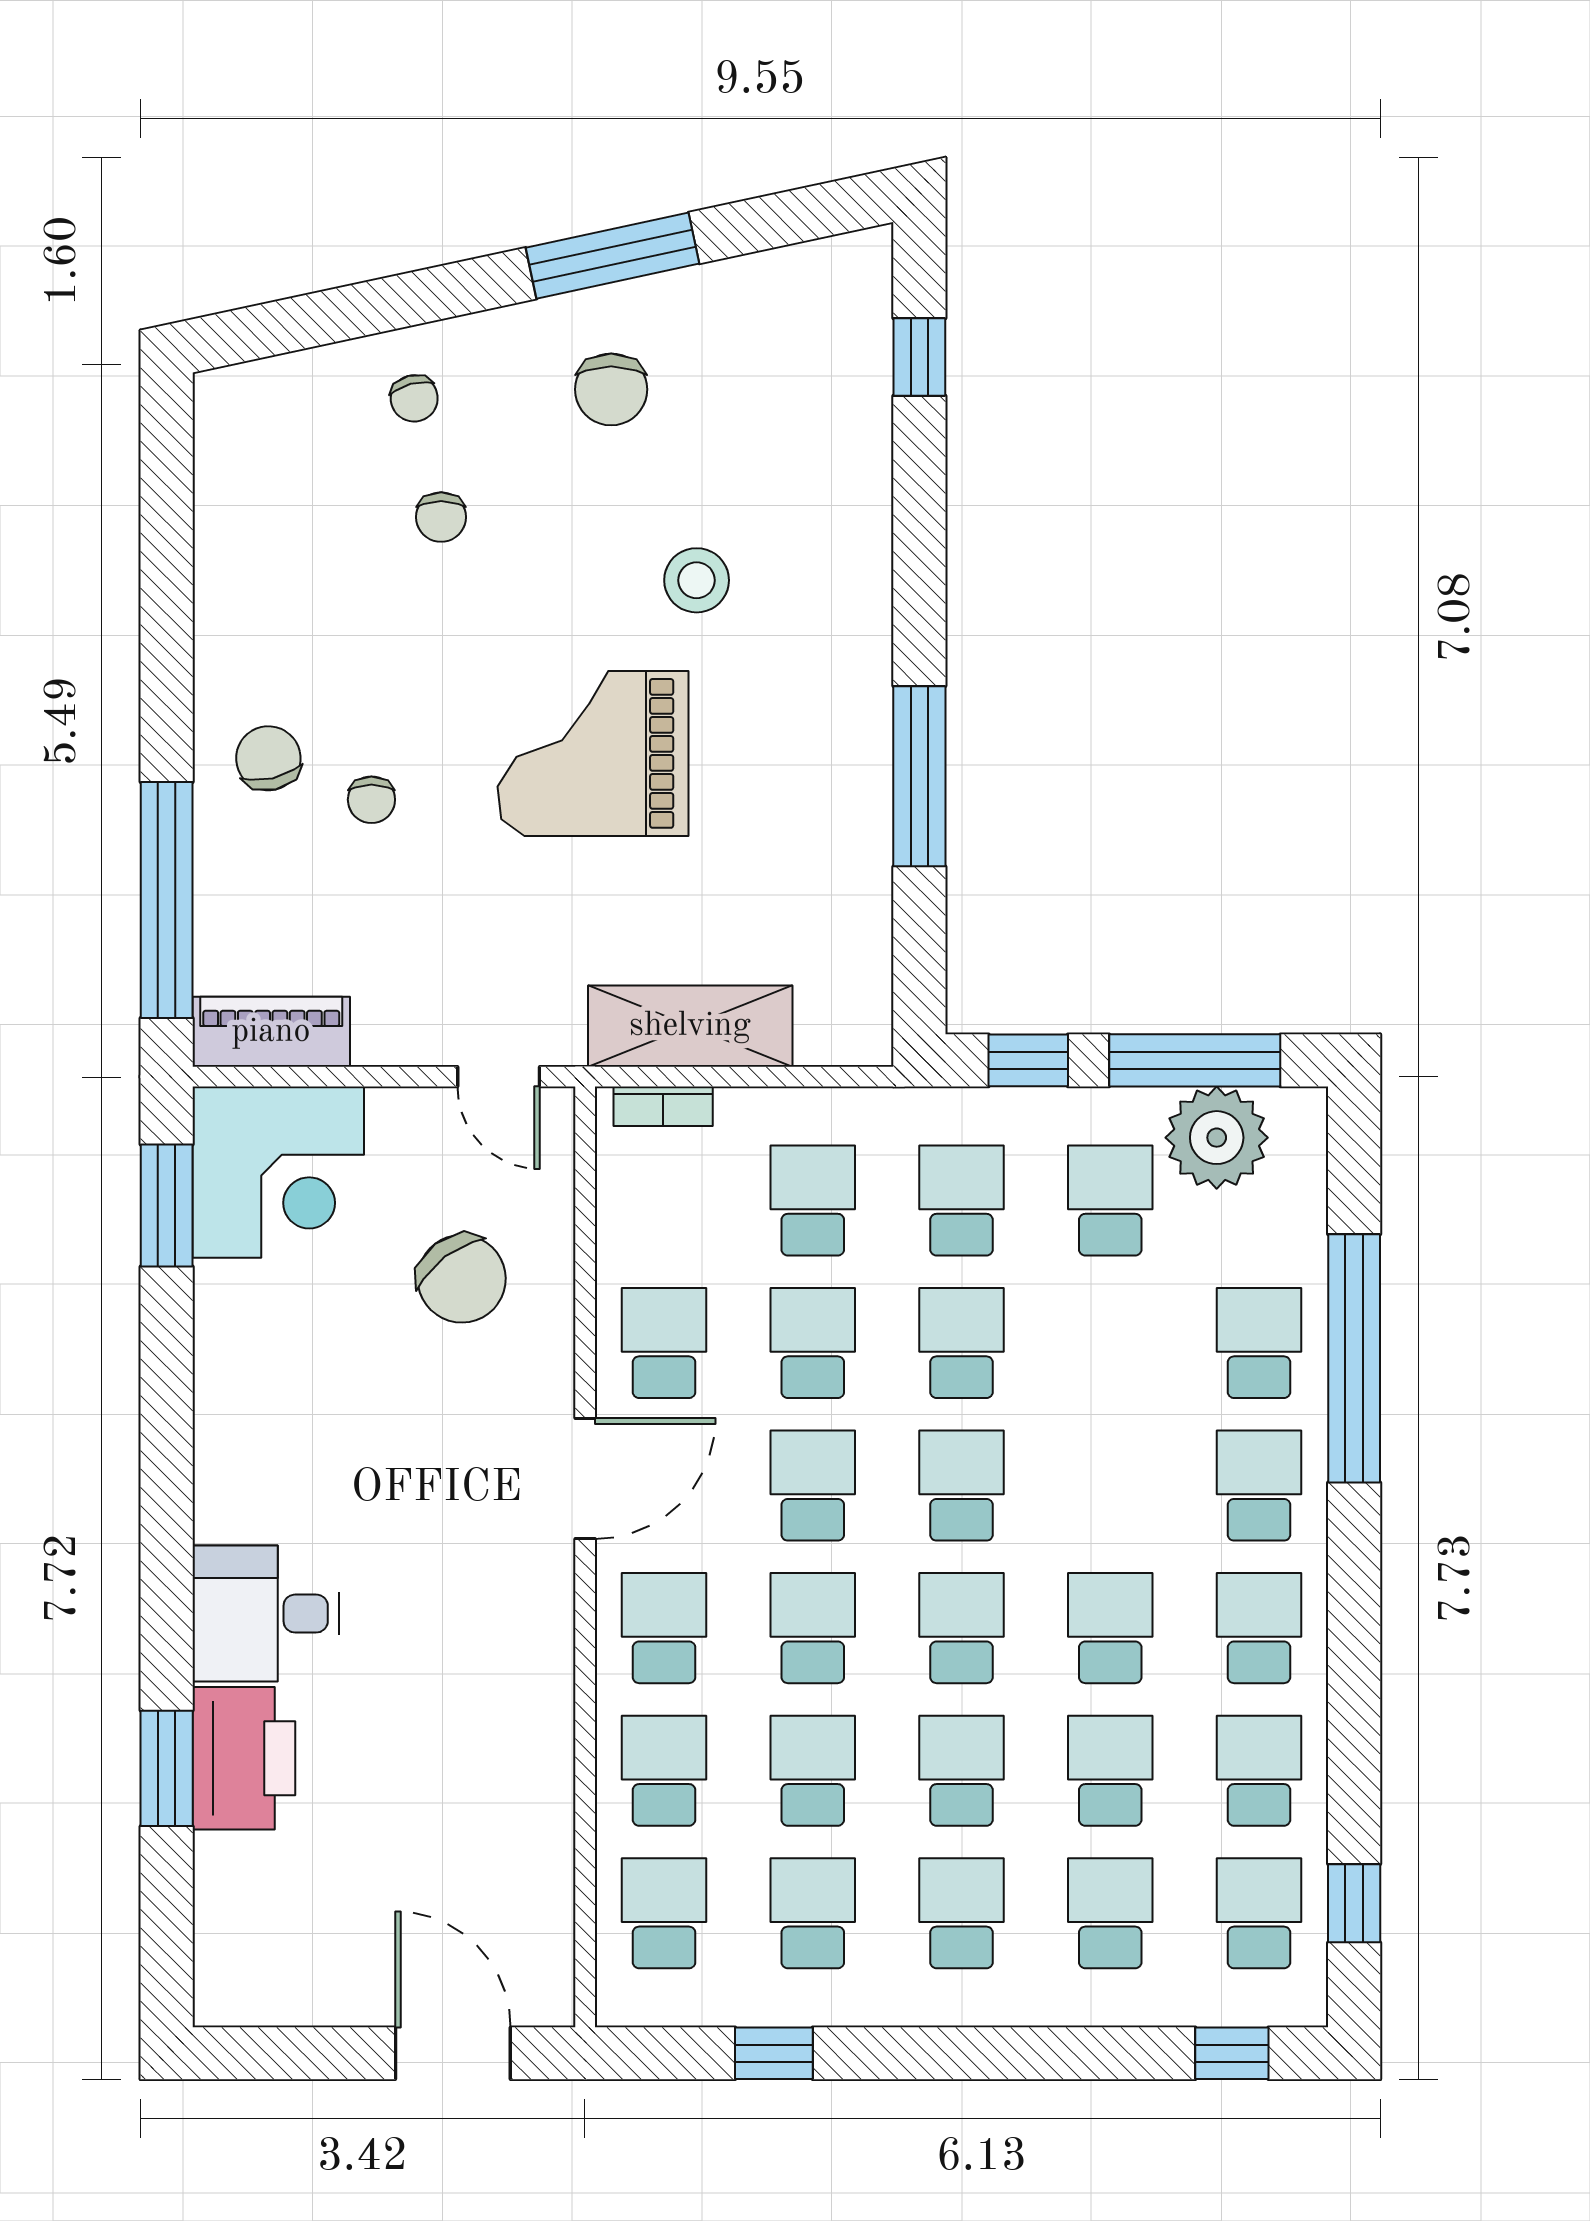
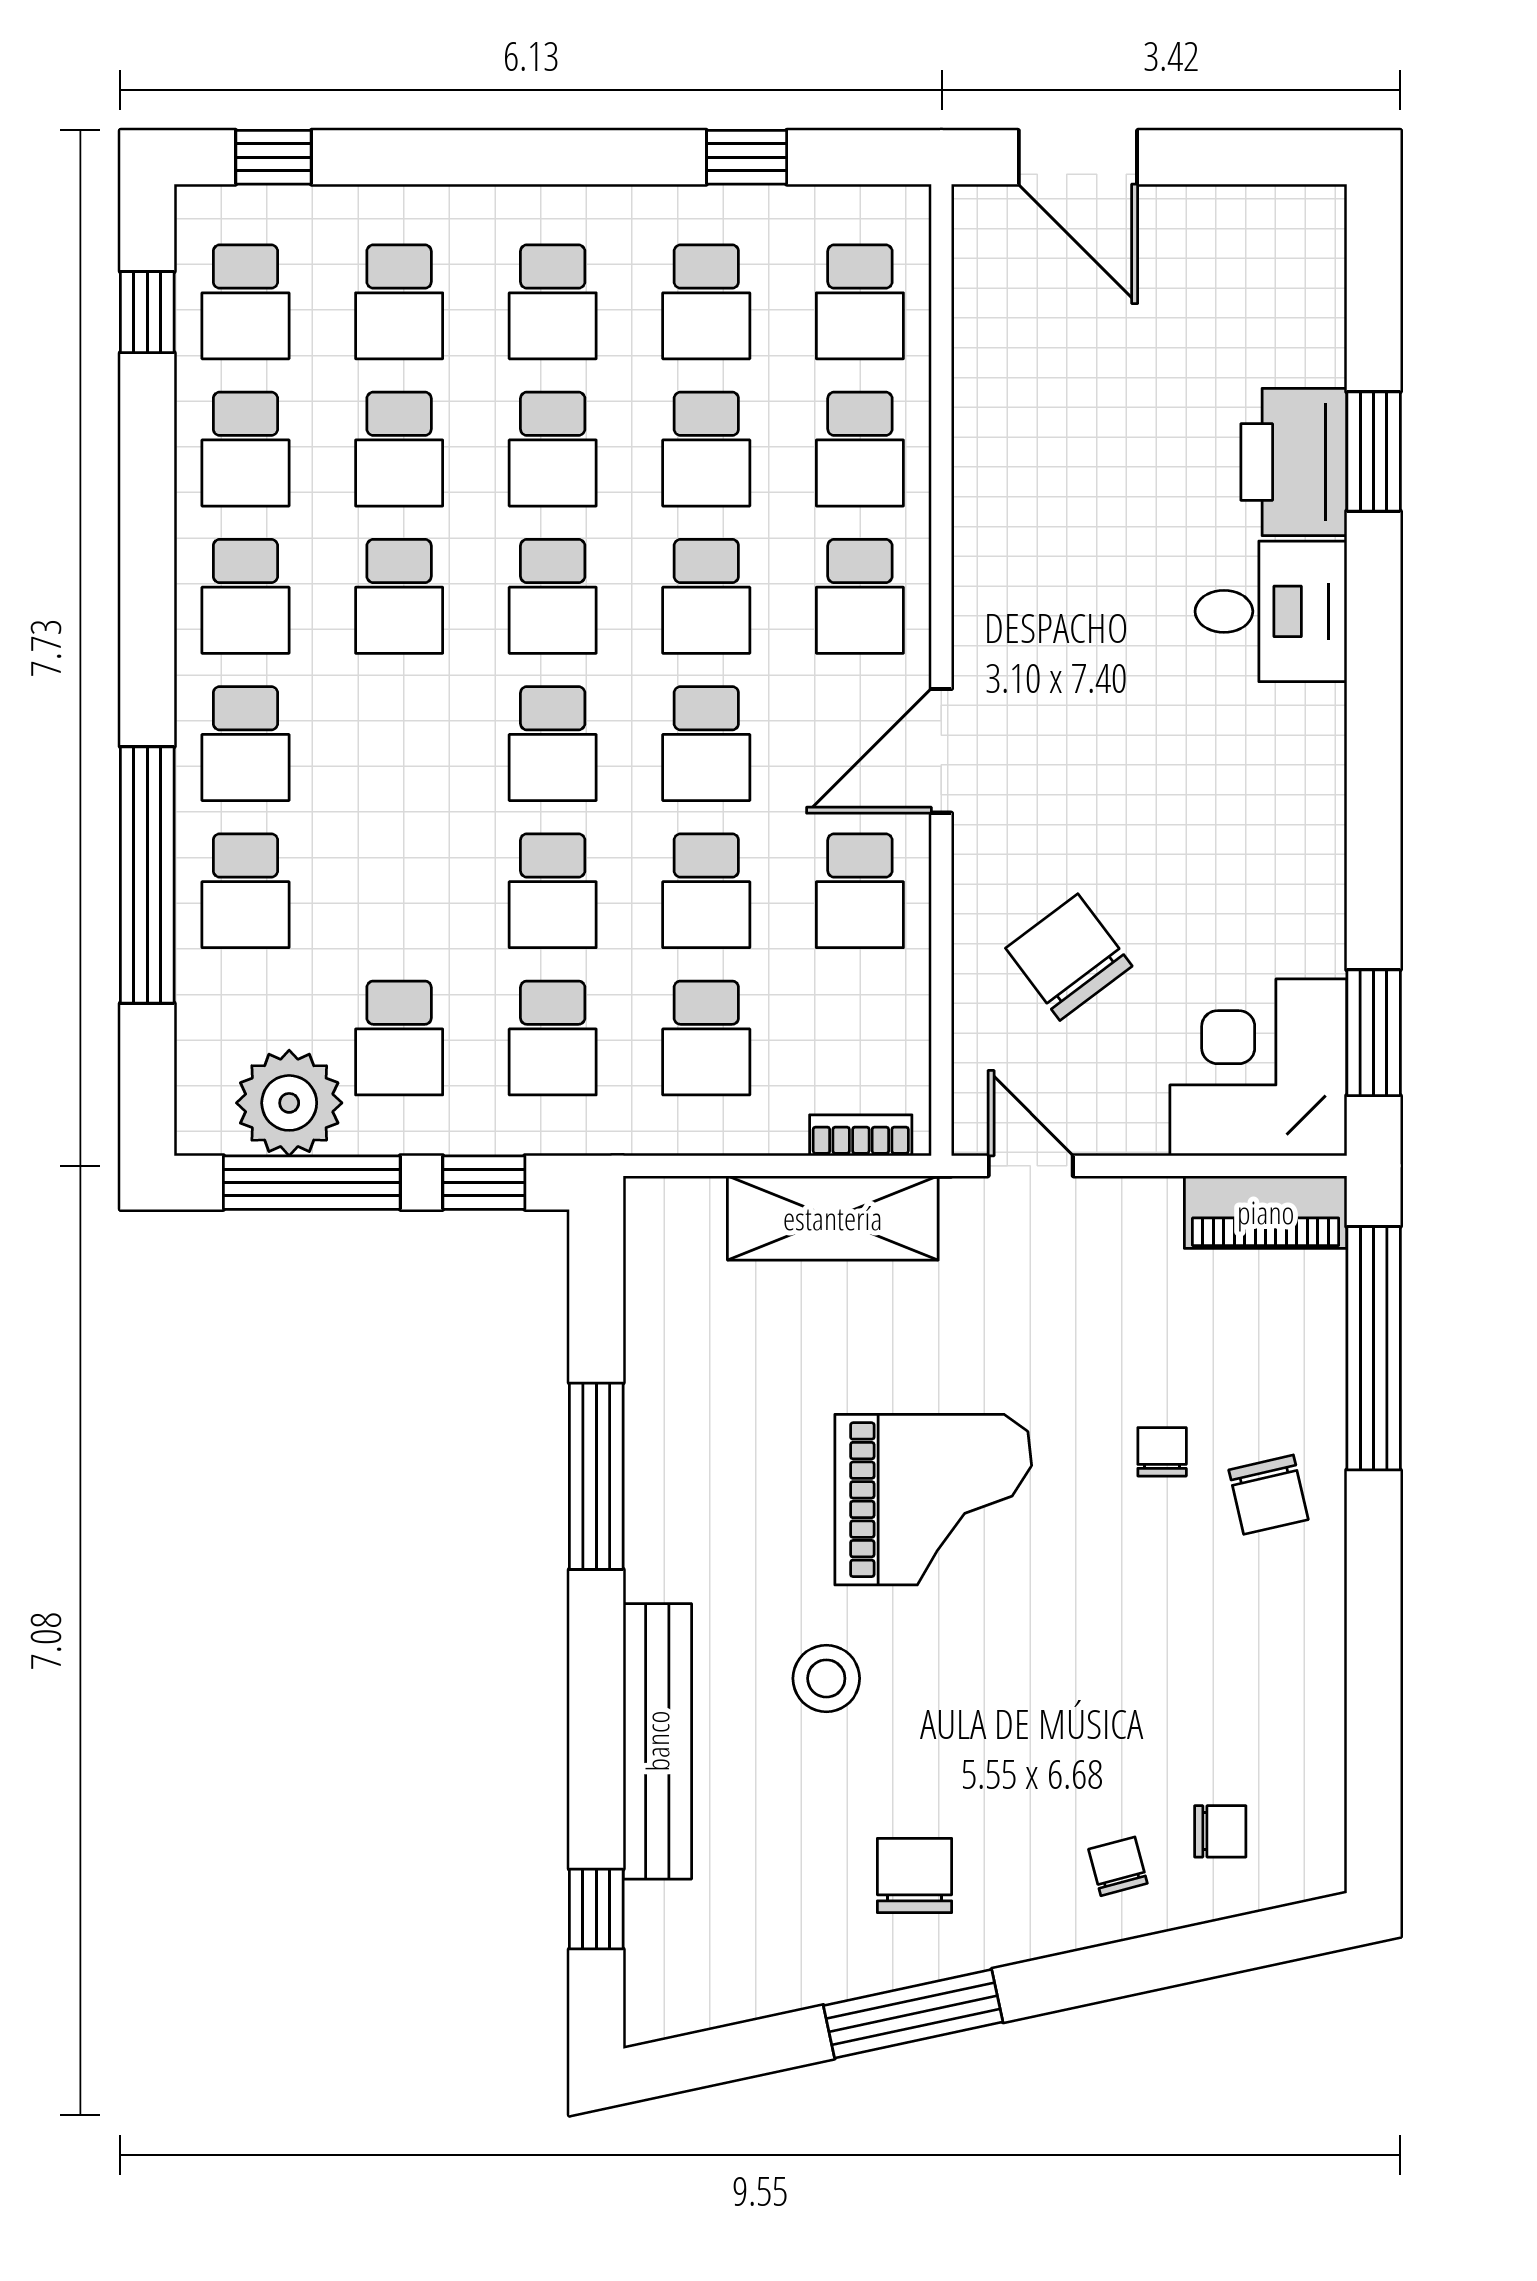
chair: (441, 517) -> (1220, 1831), moved, turned 90
bench: (860, 519) -> (657, 1741), added

